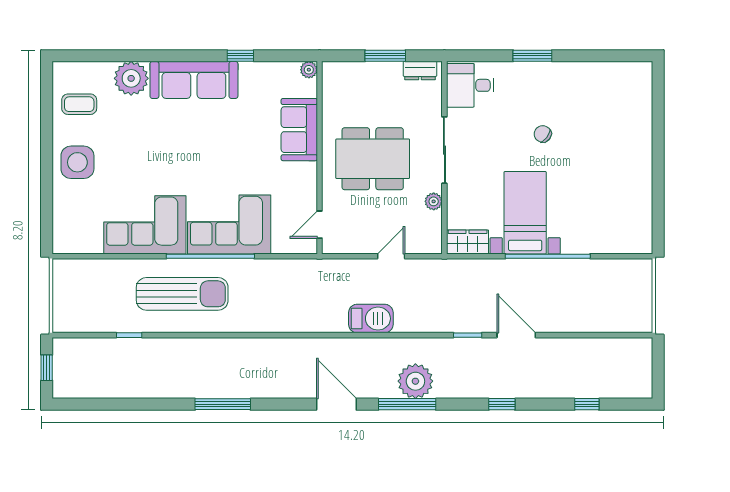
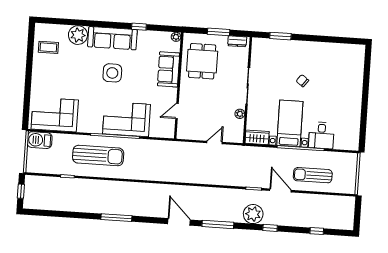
window: (532, 56) -> (280, 36), moved
desk: (470, 85) -> (321, 135), moved, turned -90
dining table: (373, 159) -> (202, 61), moved, width x0.73
side table: (77, 162) -> (112, 73), moved
corner sofa: (145, 225) -> (55, 114), moved
door: (319, 225) -> (177, 111), moved
sun lounger: (573, 304) -> (313, 175), added
barbecue: (371, 319) -> (40, 140), moved, turned 180
plant: (415, 381) -> (253, 214), moved

